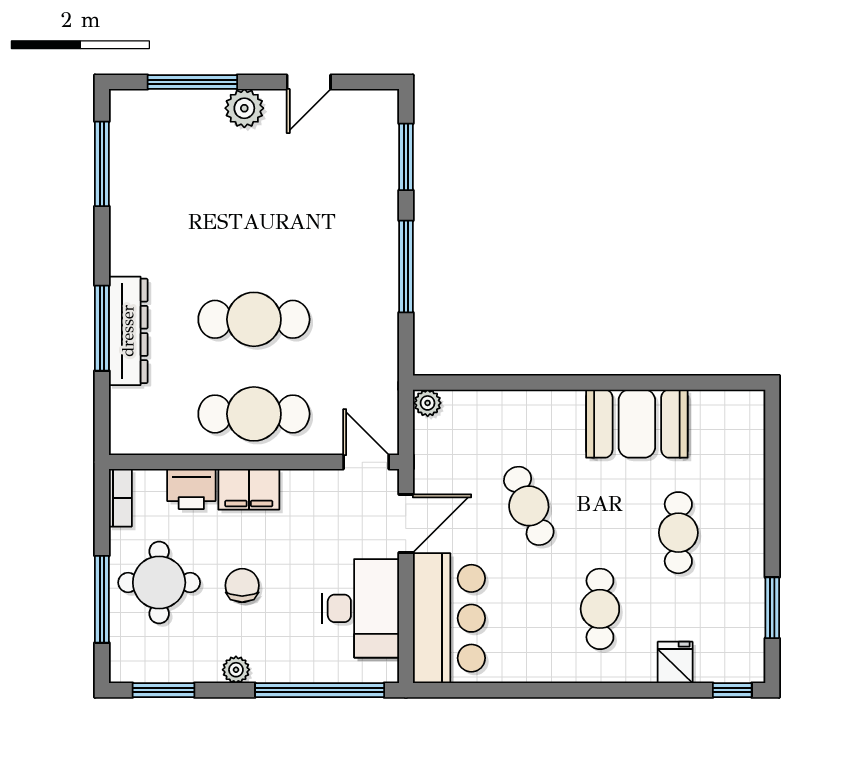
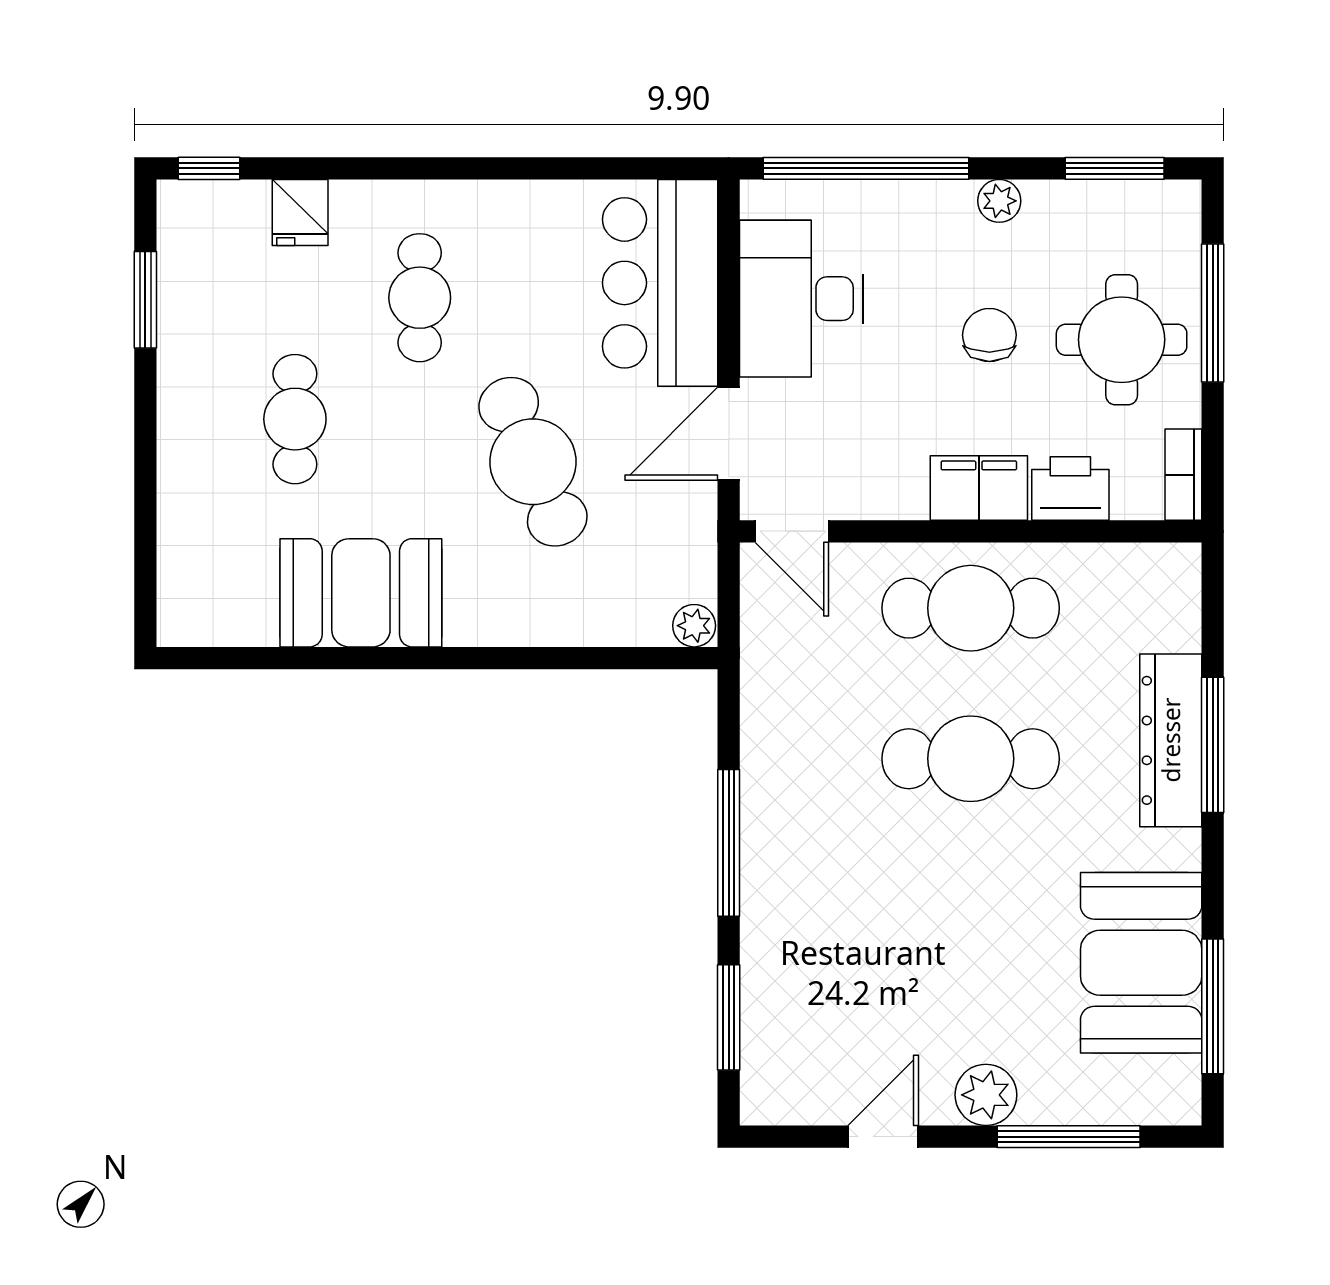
booth: (147, 191) -> (1141, 963), added
cafe table: (529, 506) -> (533, 462), width x1.37, depth x1.35
chair: (242, 585) -> (989, 335), turned 180

